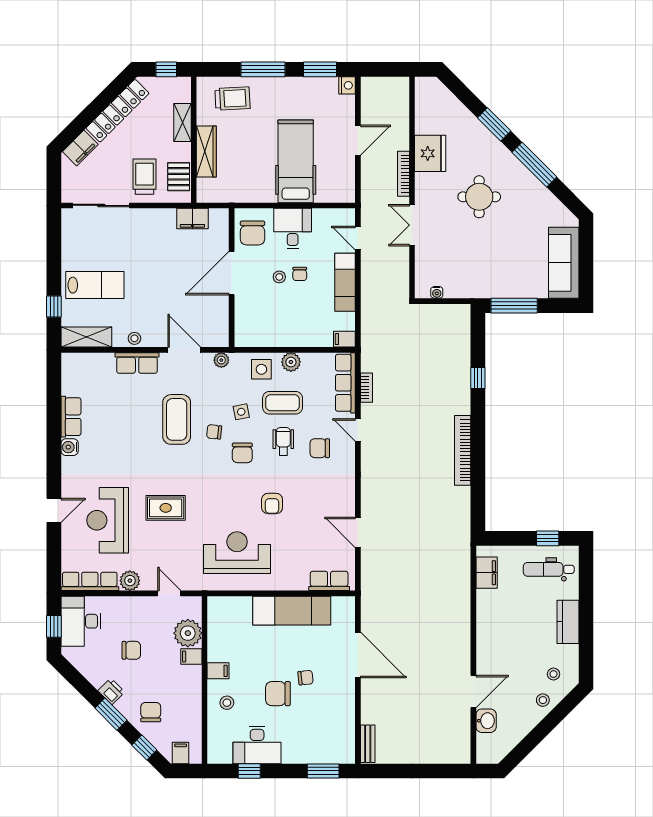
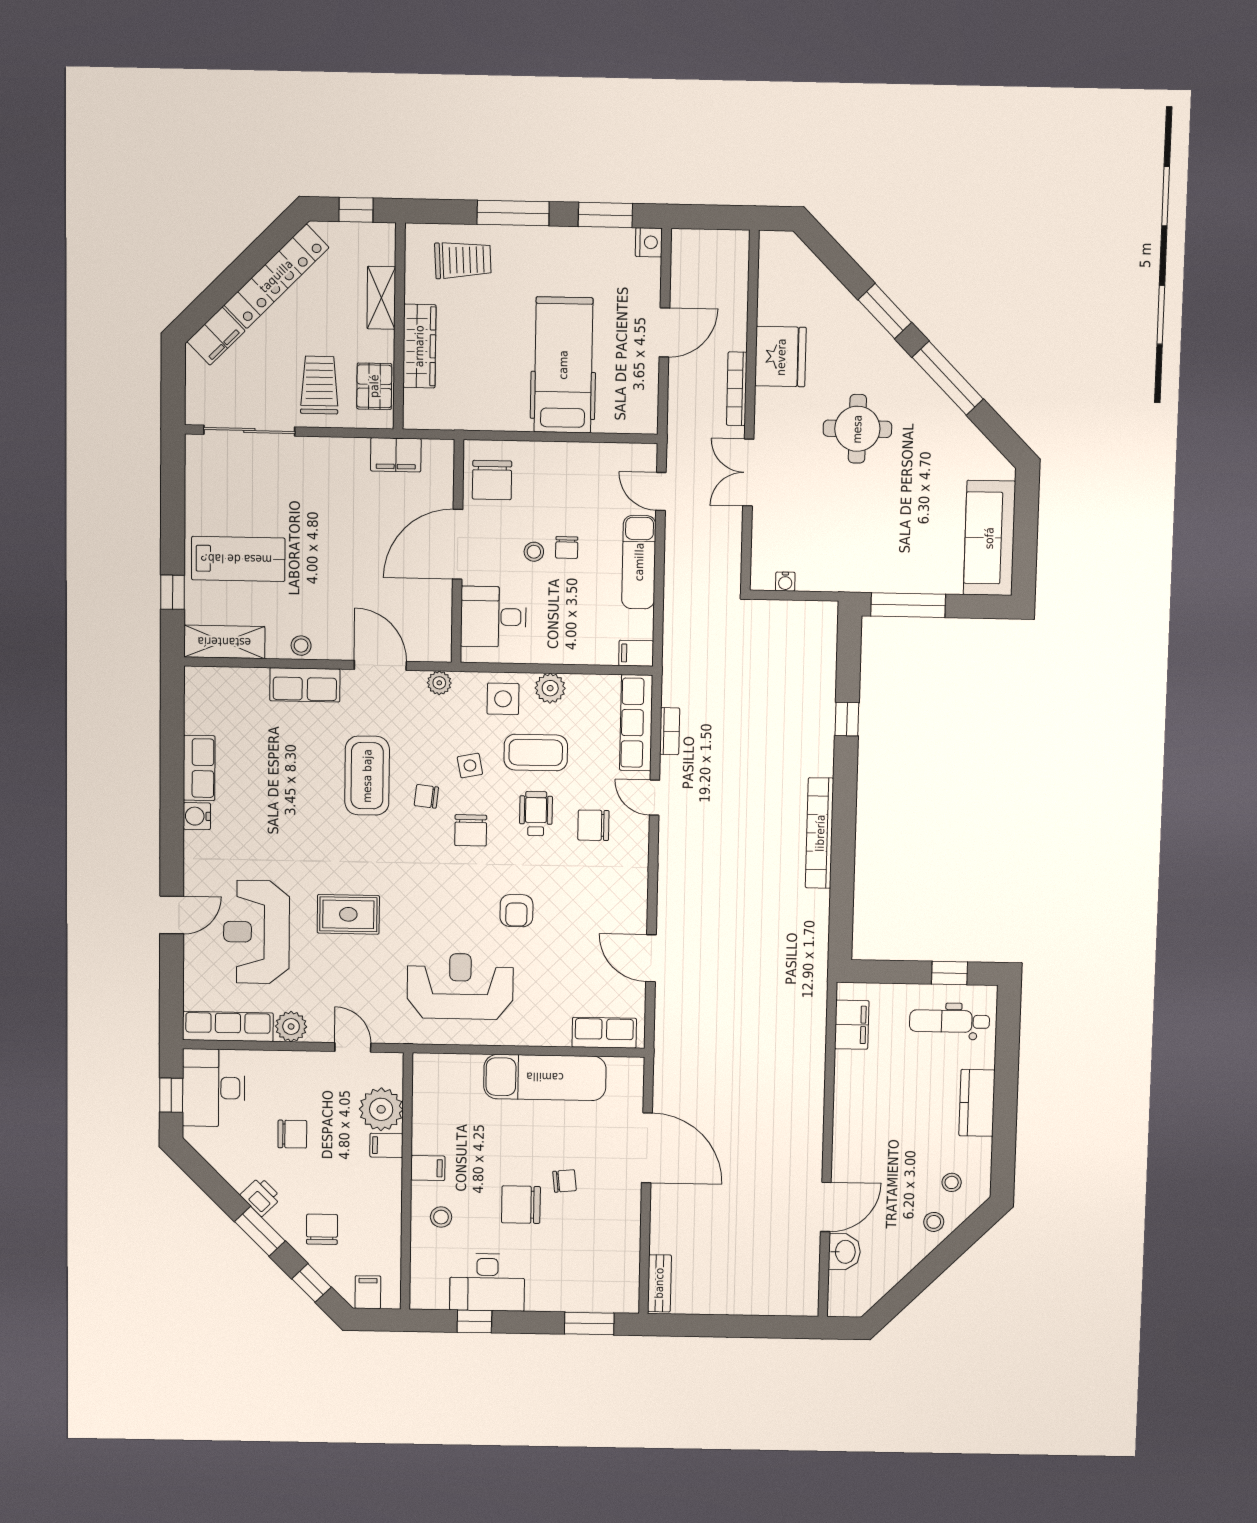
desk: (293, 229) -> (493, 617), moved, turned -90

